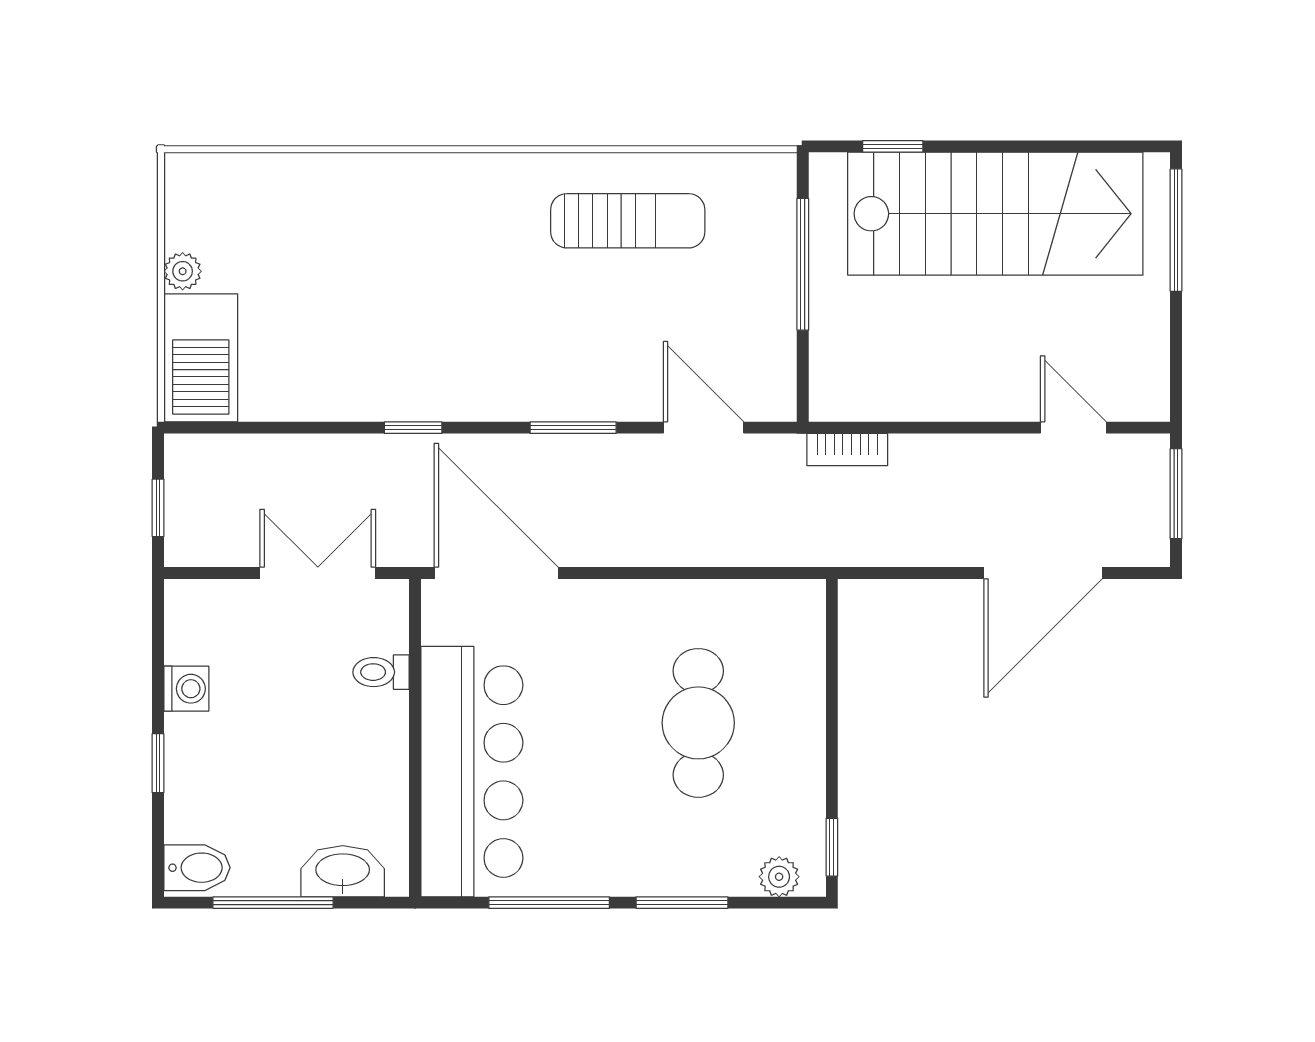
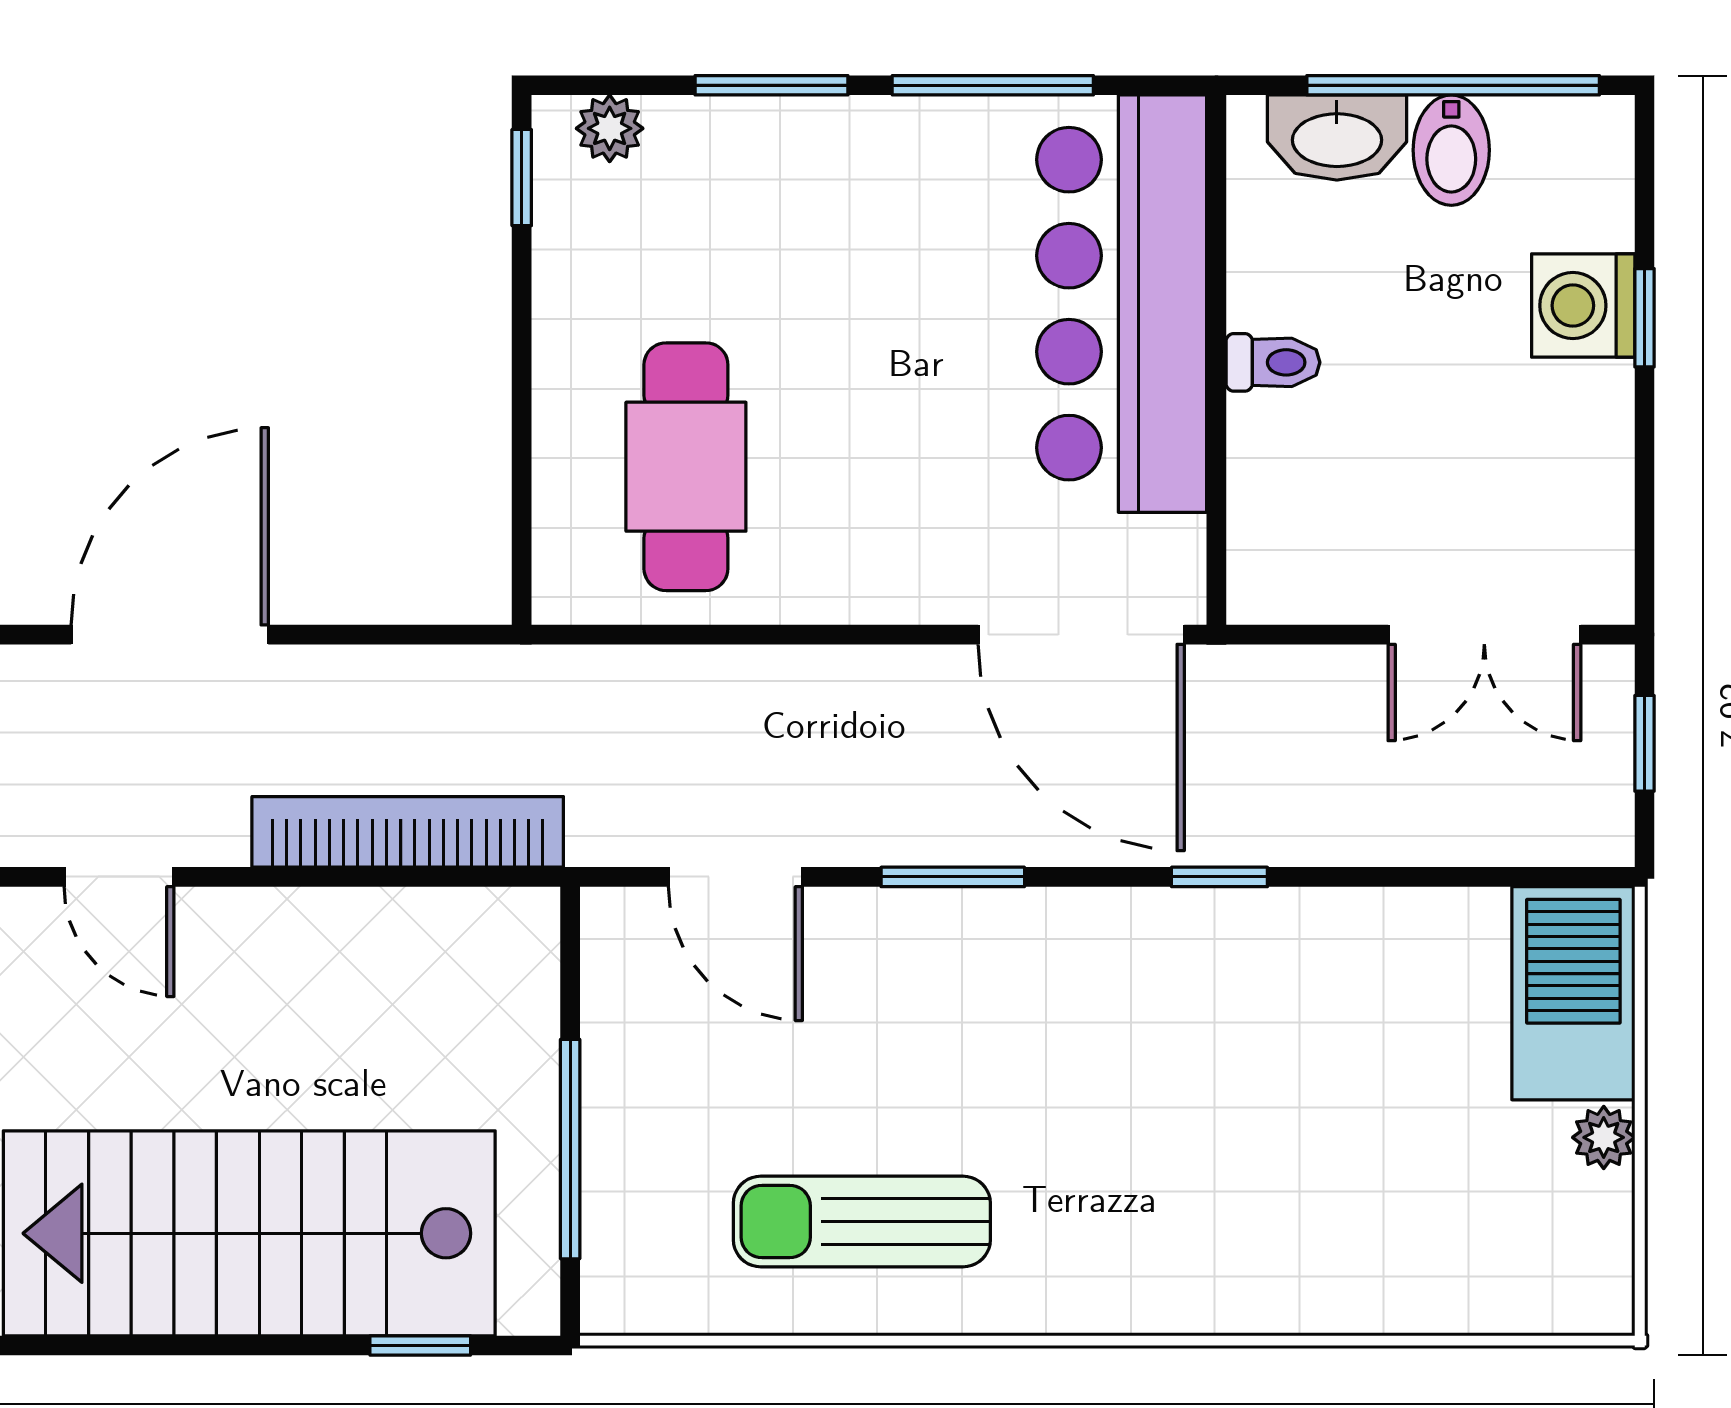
bookcase: (847, 450) -> (408, 832), width x2.31, depth x1.31
double door: (318, 573) -> (1484, 635), moved
toilet: (381, 672) -> (1273, 362), moved
washing machine: (186, 689) -> (1583, 306), moved, width x1.38, depth x1.38
cafe table: (698, 723) -> (686, 467), moved
bidet: (197, 868) -> (1451, 150), moved, turned -90
window: (273, 903) -> (1453, 85), width x1.46

